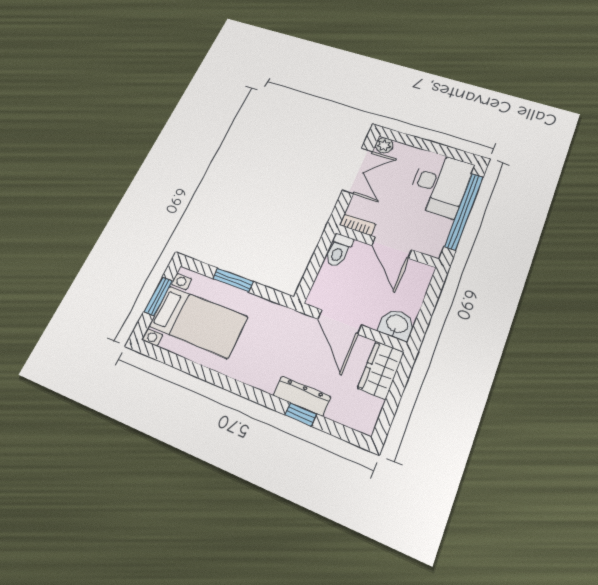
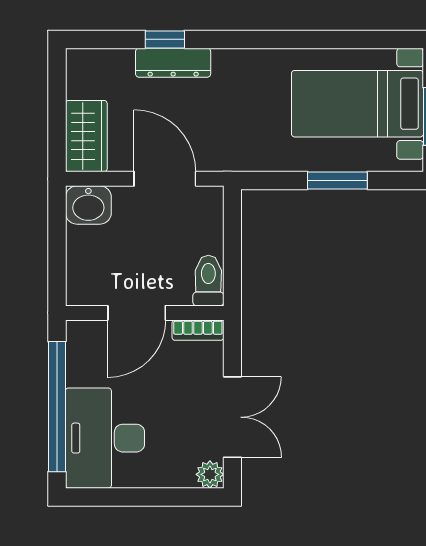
double door: (358, 171) -> (232, 417), swing flipped
door: (392, 248) -> (137, 313), swing flipped

